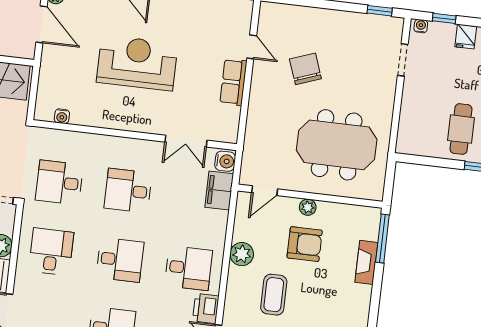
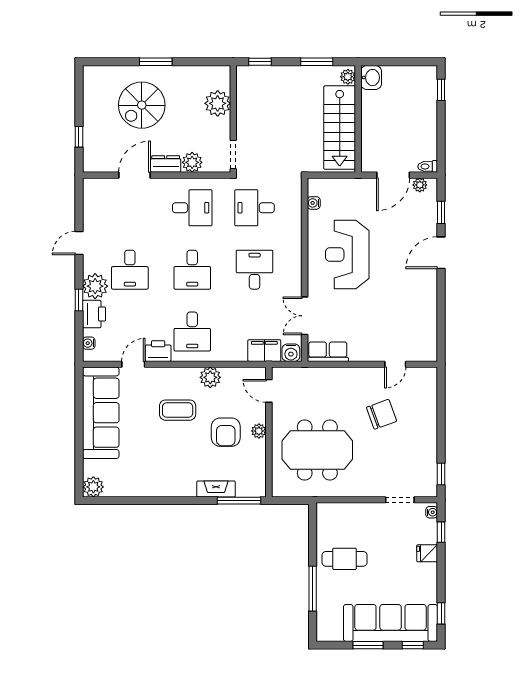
reception desk: (137, 63) -> (347, 255), moved, turned 180
row of seats: (233, 82) -> (328, 352), moved
meeting table: (337, 145) -> (317, 450), turned 90
desk: (59, 182) -> (255, 208), turned -90

